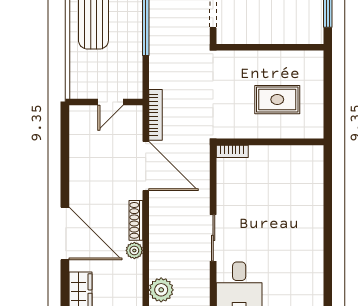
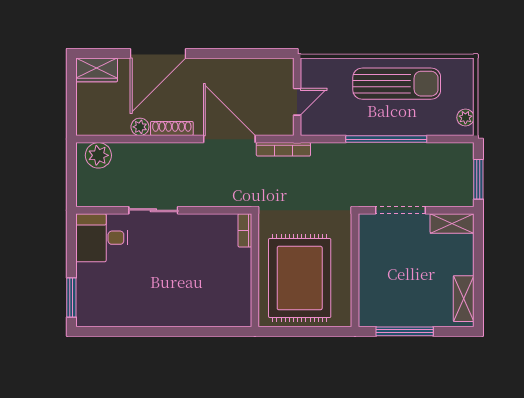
rug: (277, 100) -> (300, 278), width x1.86, depth x2.06
door: (111, 102) -> (297, 102), swing flipped
door: (146, 166) -> (229, 139), swing flipped

